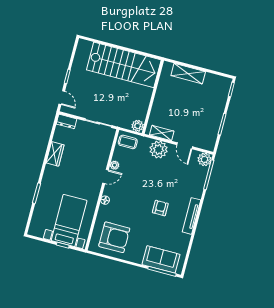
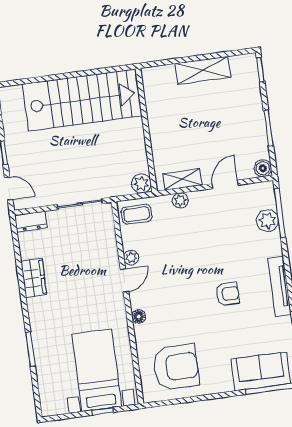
shelving: (188, 74) -> (203, 70), moved
door: (185, 146) -> (225, 184), swing flipped
boiler: (210, 146) -> (263, 168), added
plant: (159, 150) -> (180, 200), width x0.53, depth x0.53
plant: (204, 159) -> (268, 221), moved
armchair: (160, 208) -> (227, 294), turned 90

